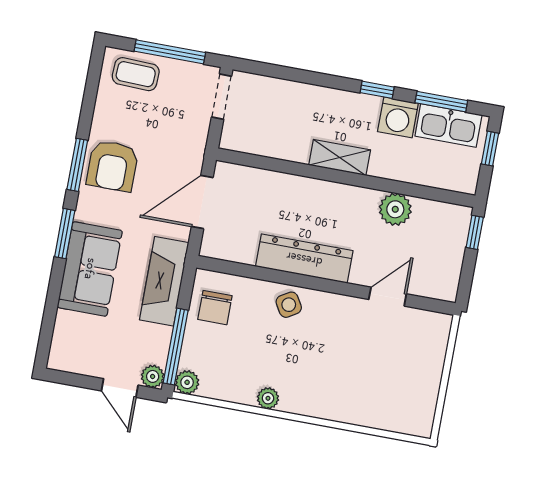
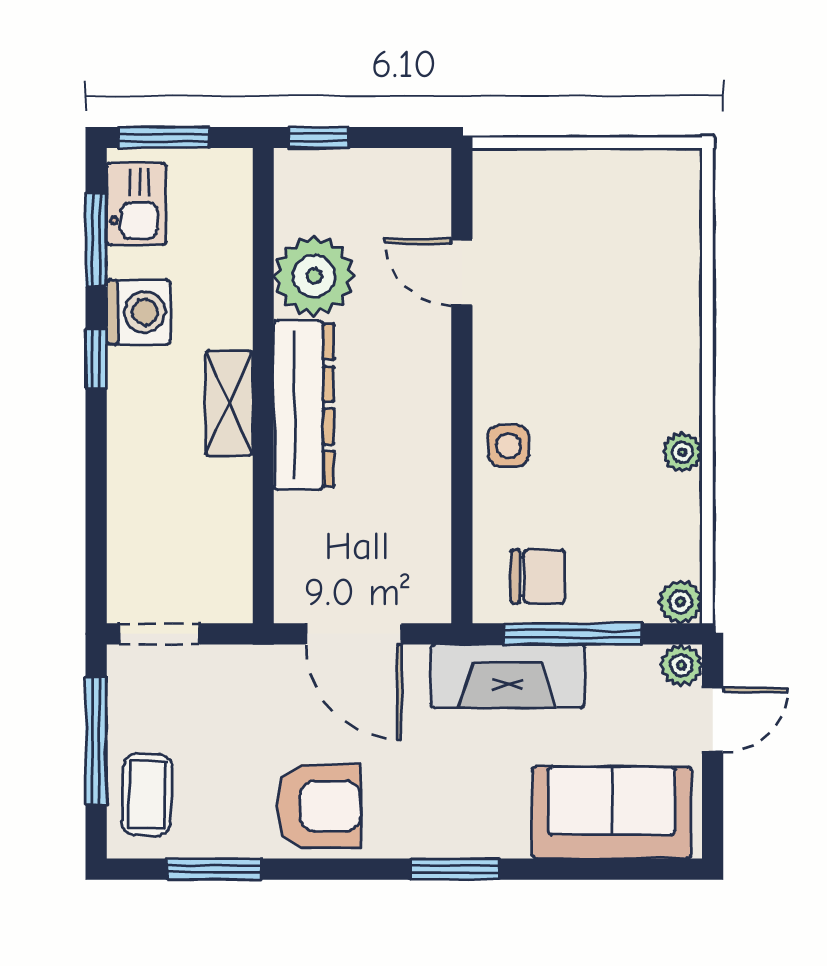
kitchen sink: (448, 126) -> (136, 204), width x0.73
window: (490, 149) -> (164, 138), width x1.50
window: (77, 165) -> (214, 869), moved
plant: (395, 209) -> (314, 276), width x1.36, depth x1.36
dresser: (304, 259) -> (304, 405), moved, turned 180
sofa: (90, 269) -> (612, 813), moved
side table: (289, 305) -> (509, 446), turned 31
window: (176, 347) -> (573, 634), moved

